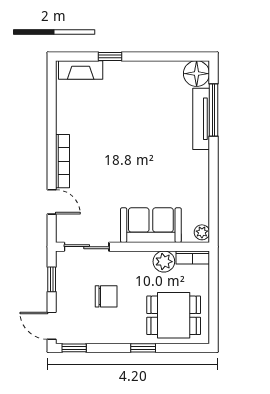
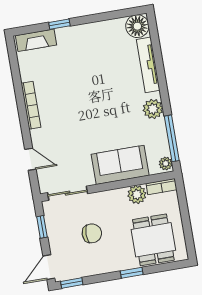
window: (214, 110) -> (172, 138), moved
bookcase: (62, 161) -> (31, 105), moved
plant: (198, 169) -> (153, 109), added
dining table: (174, 315) -> (153, 240), turned 90
door: (52, 326) -> (49, 267), hinge flipped

